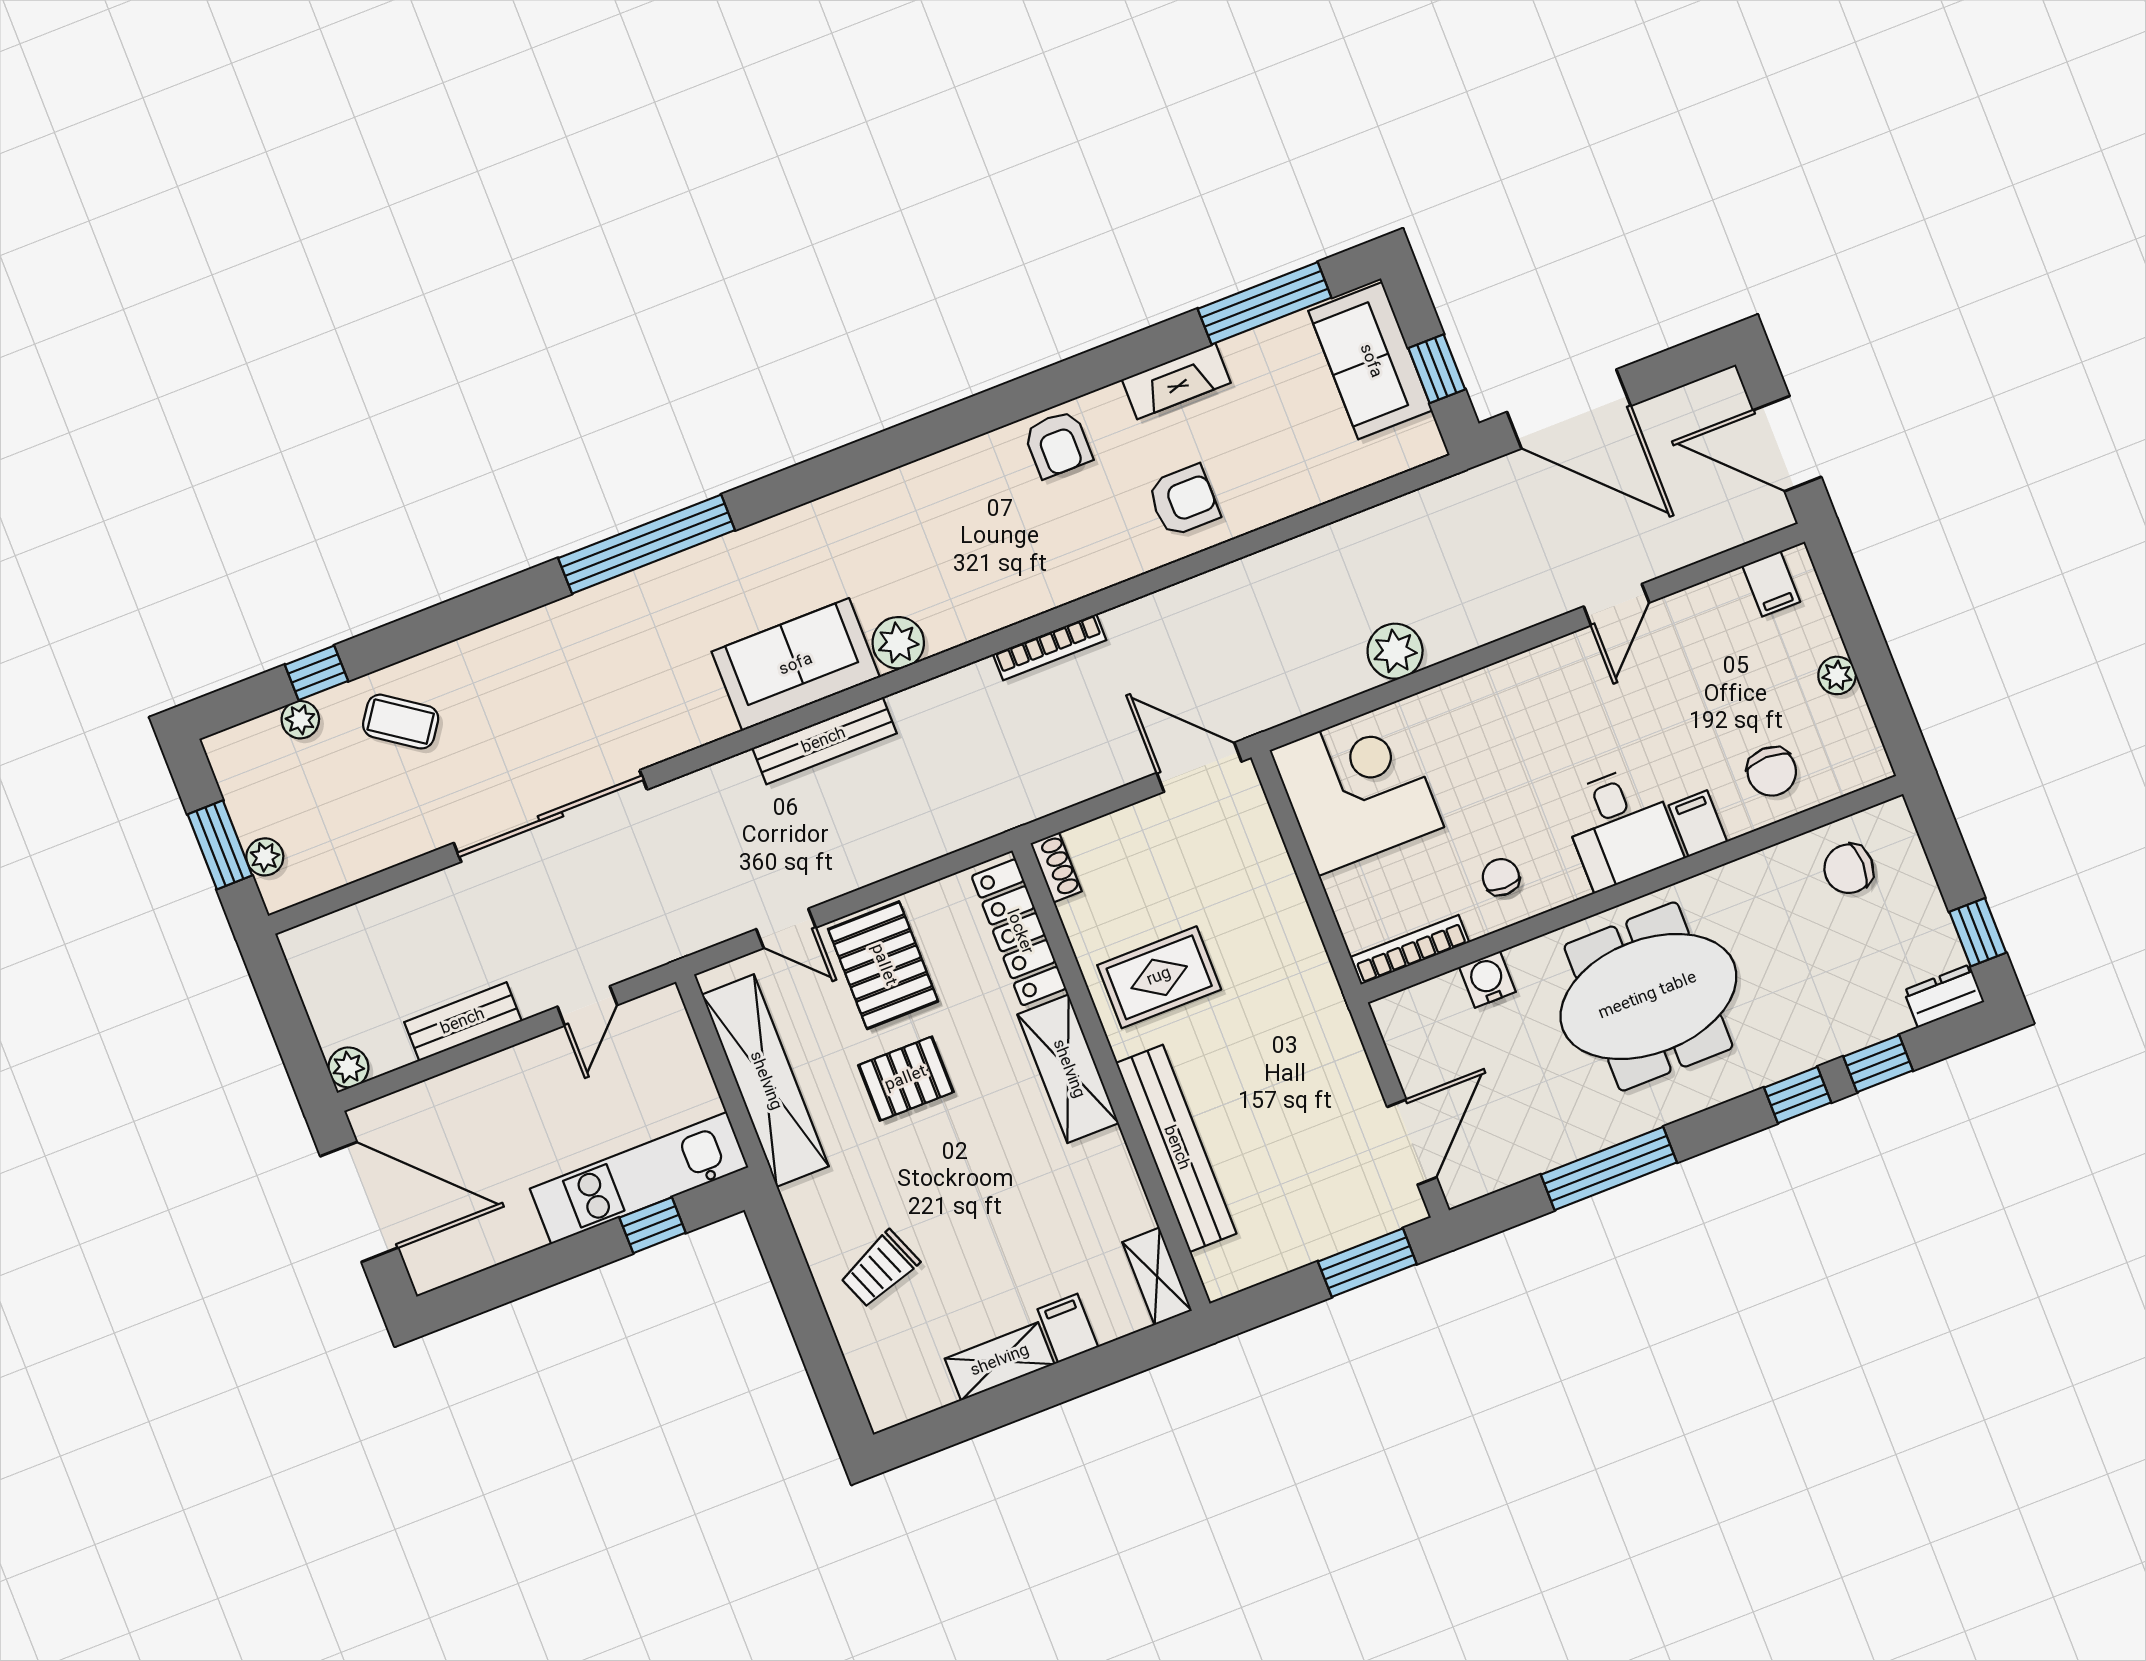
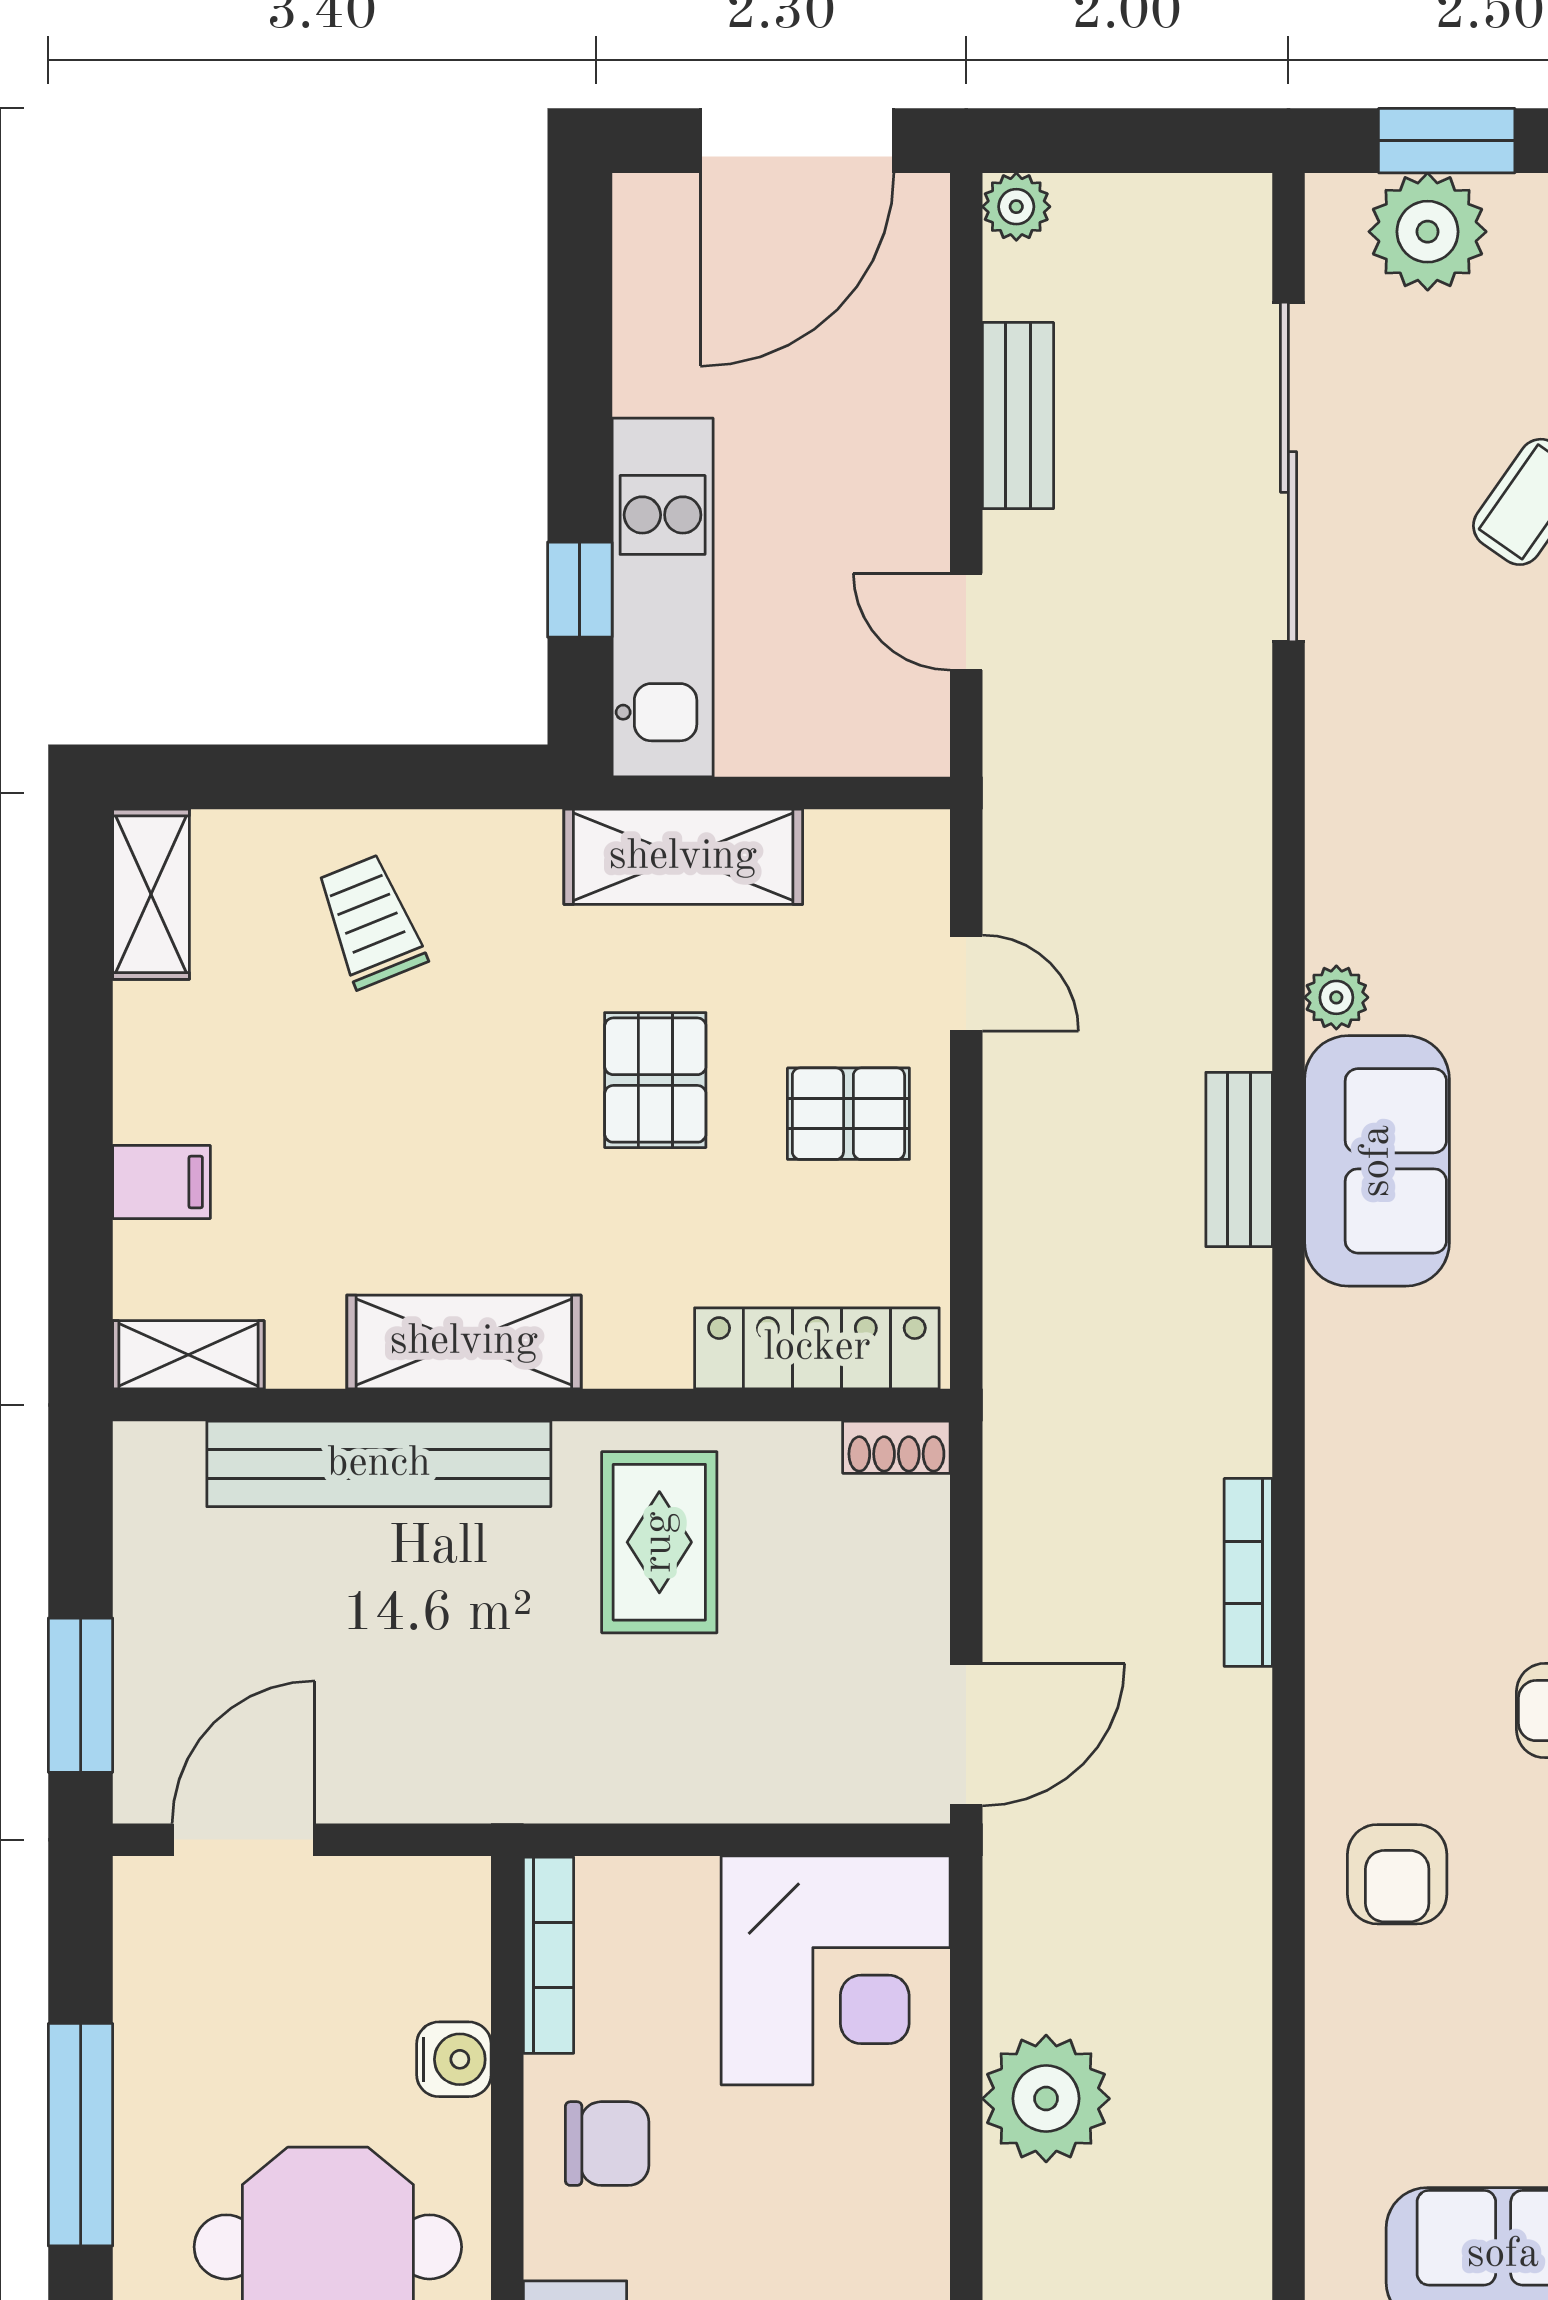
plant: (898, 643) -> (1336, 997), moved, width x0.73, depth x0.73
plant: (1395, 651) -> (1046, 2099), width x1.36, depth x1.36
bench: (824, 741) -> (1239, 1159), width x0.73
sliding door: (551, 816) -> (1288, 472), moved
plant: (265, 857) -> (1428, 232), width x1.88, depth x1.88
chair: (1501, 877) -> (607, 2144), width x1.37, depth x1.37
door: (786, 928) -> (966, 983), swing flipped
pallet: (883, 965) -> (848, 1114), width x0.67, depth x0.71
shelving: (1068, 1069) -> (464, 1342), moved
shelving: (765, 1081) -> (683, 857), width x0.68
door: (1412, 1142) -> (244, 1840), swing flipped
shelving: (1000, 1361) -> (151, 894), moved

